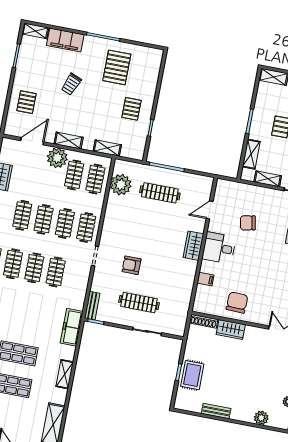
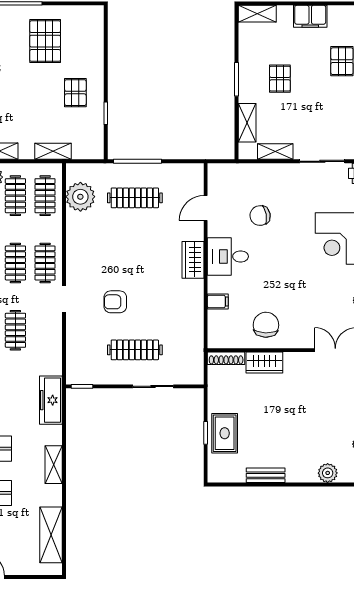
bench: (92, 306) -> (73, 366), removed

